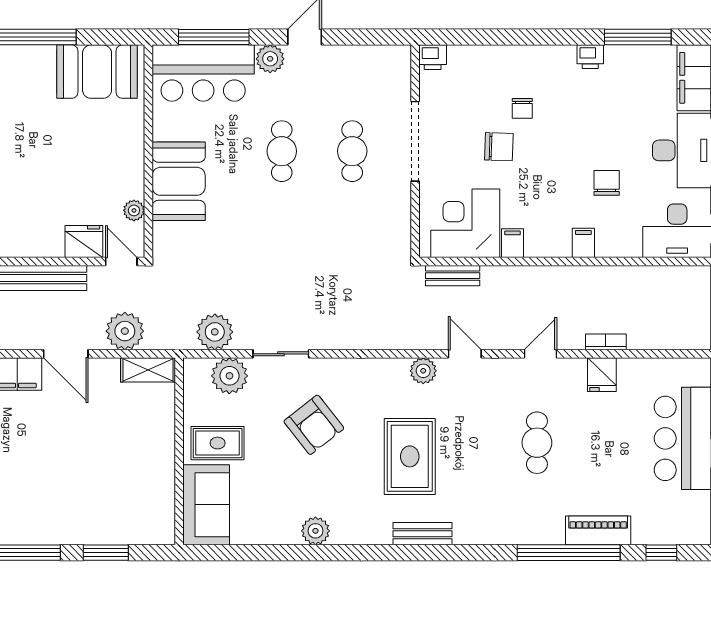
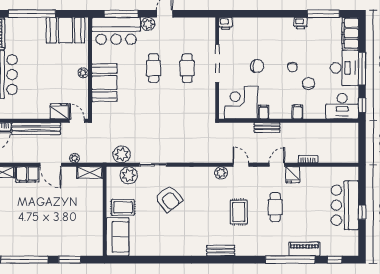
chair: (522, 108) -> (292, 67), moved
plant: (134, 210) -> (83, 73), moved
bench: (453, 276) -> (267, 128), moved
plant: (125, 331) -> (75, 158), width x0.53, depth x0.53
fridge: (602, 375) -> (293, 175), moved
rug: (410, 456) -> (239, 212), moved, width x0.73, depth x0.70
plant: (315, 531) -> (170, 249), removed

